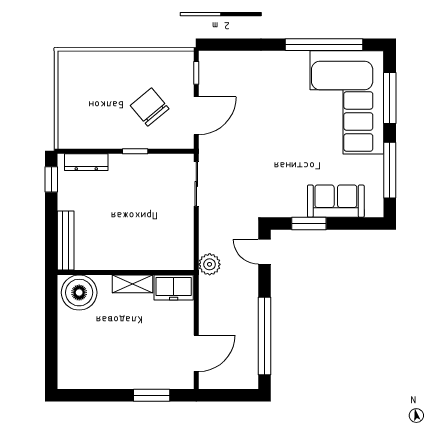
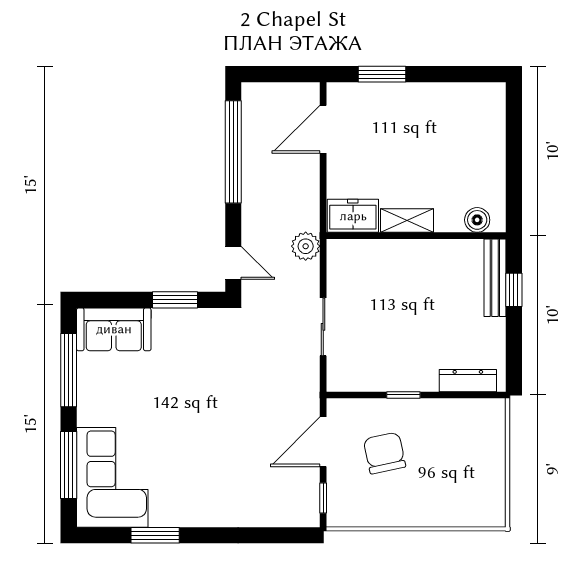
window: (324, 45) -> (155, 535), width x0.47
corner sofa: (347, 102) -> (112, 477), width x0.73, depth x0.74
chair: (150, 107) -> (384, 453), turned -152
window: (51, 179) -> (514, 290), moved
sliding door: (196, 184) -> (323, 327), moved
sofa: (336, 201) -> (114, 329), moved
boiler: (79, 293) -> (477, 220), width x0.54, depth x0.54

